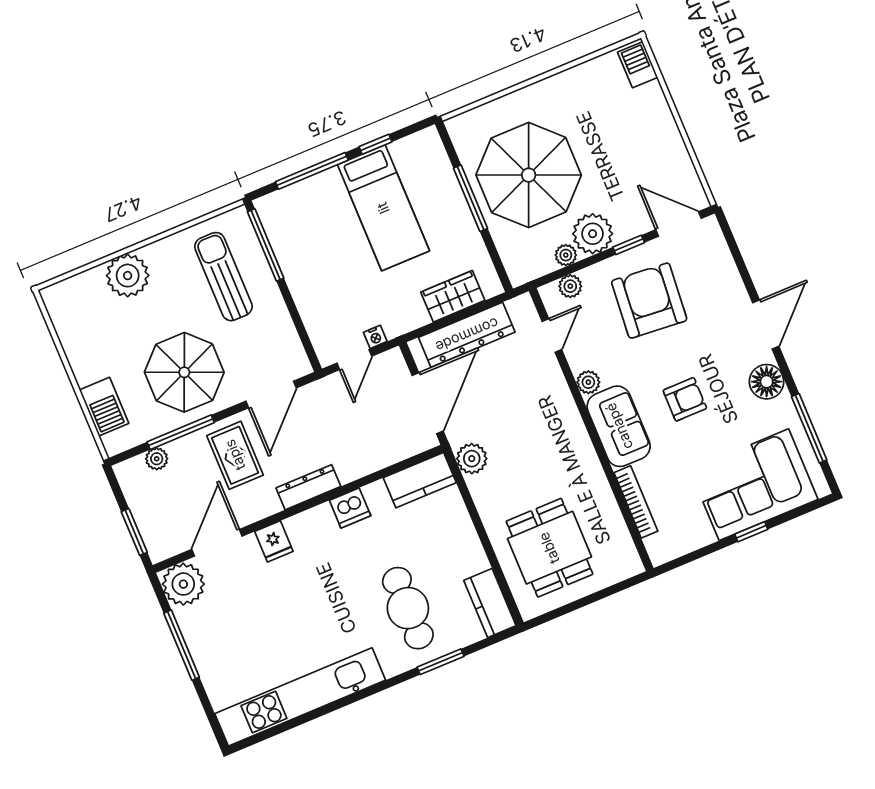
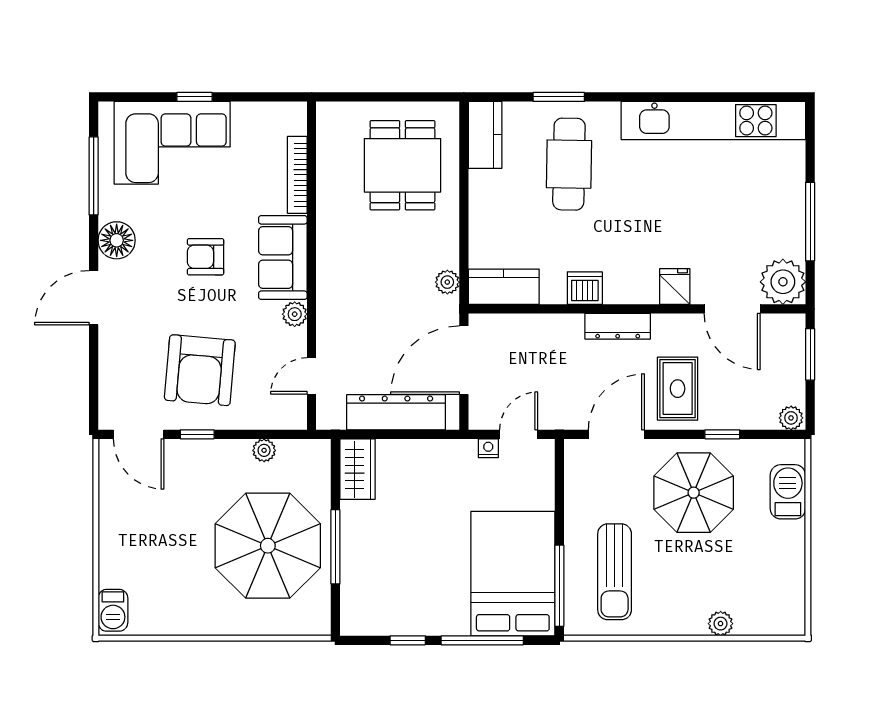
bed: (383, 208) -> (513, 574), moved, width x1.50
plant: (593, 234) -> (228, 460), removed
plant: (128, 276) -> (721, 624), width x0.53, depth x0.53
plant: (570, 286) -> (273, 417), removed
wardrobe: (453, 296) -> (357, 469), moved, turned -90
window: (181, 432) -> (722, 434), width x0.46
plant: (157, 459) -> (791, 418), moved
plant: (472, 459) -> (447, 282), width x0.73, depth x0.73
door: (217, 543) -> (732, 309), hinge flipped

